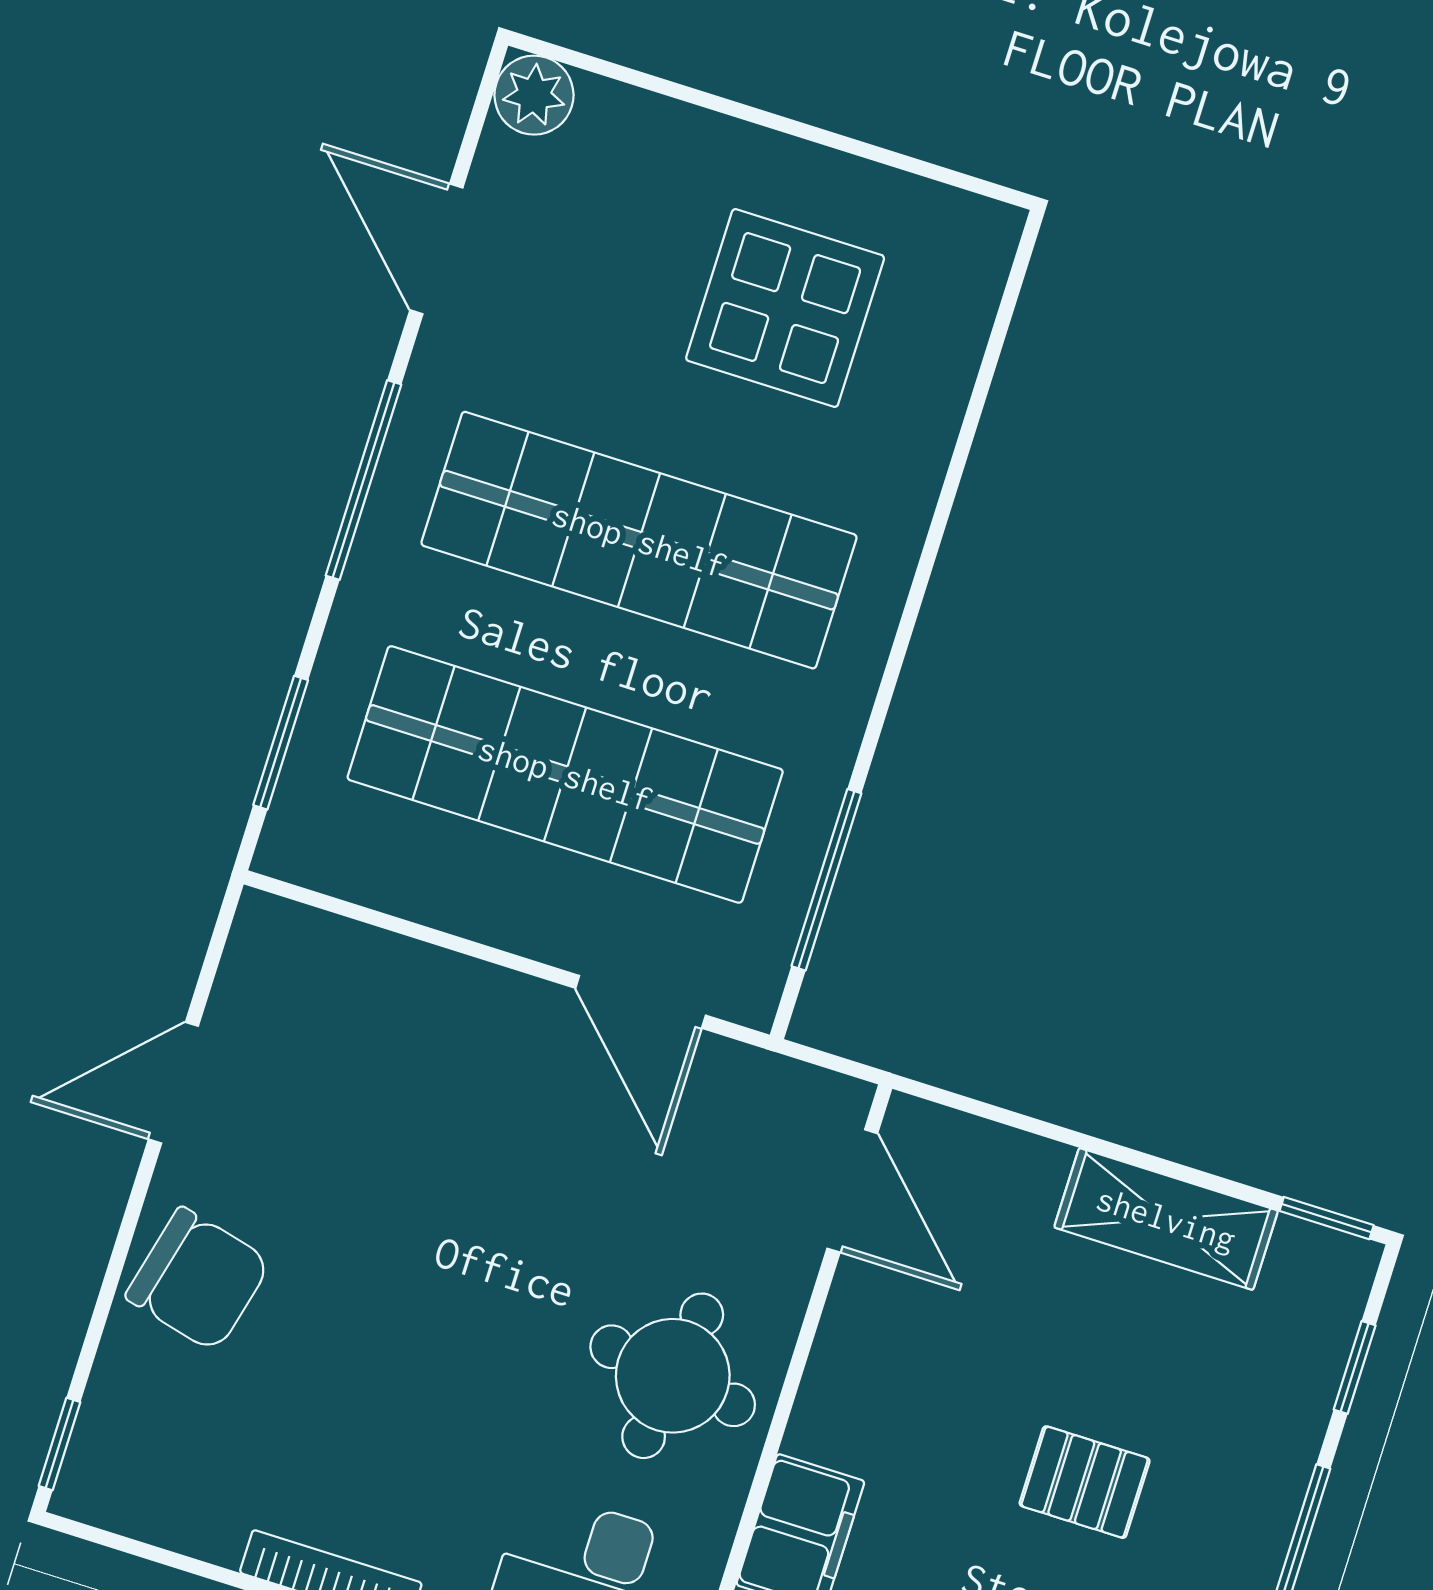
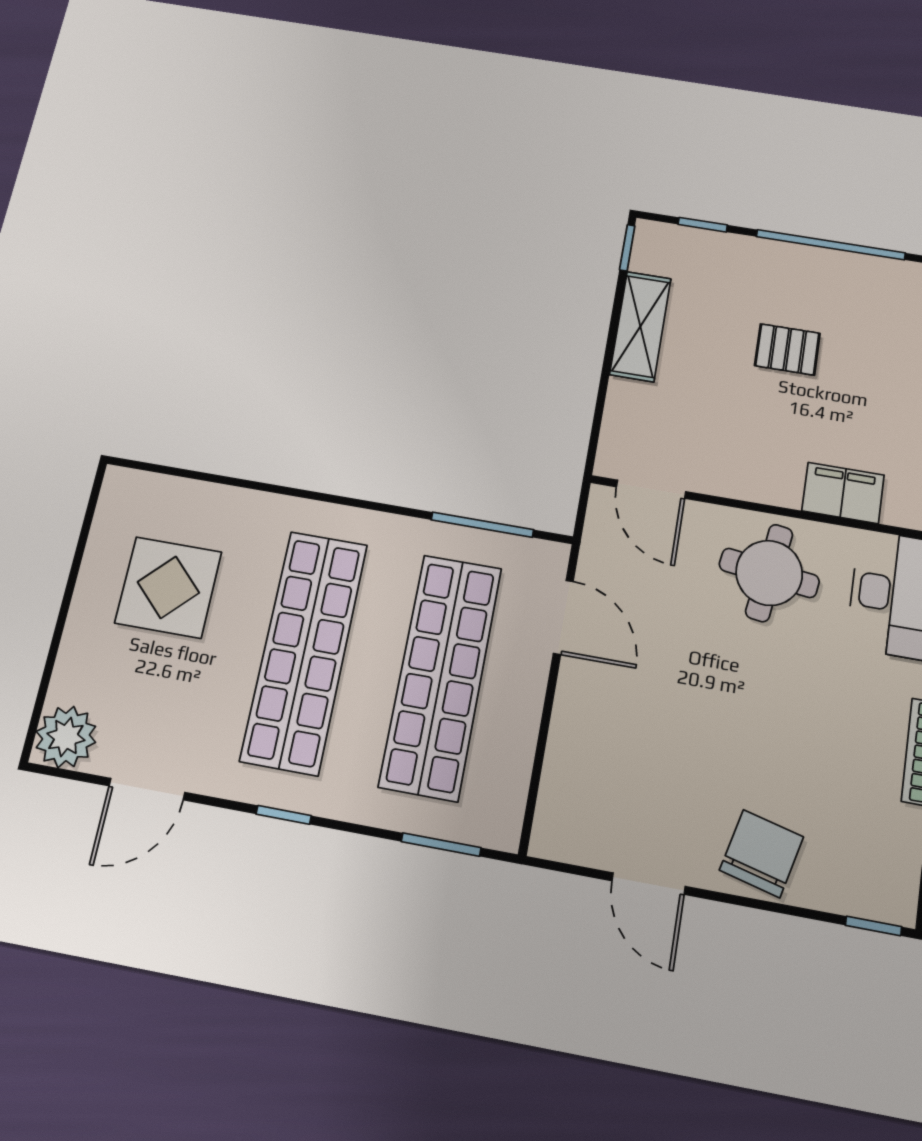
plant: (534, 95) -> (66, 737), width x1.36, depth x1.36
window: (363, 480) -> (284, 815), width x0.46
door: (641, 1002) -> (563, 617), hinge flipped
door: (852, 1191) -> (651, 489), swing flipped
pallet: (1085, 1482) -> (787, 349), turned 90

